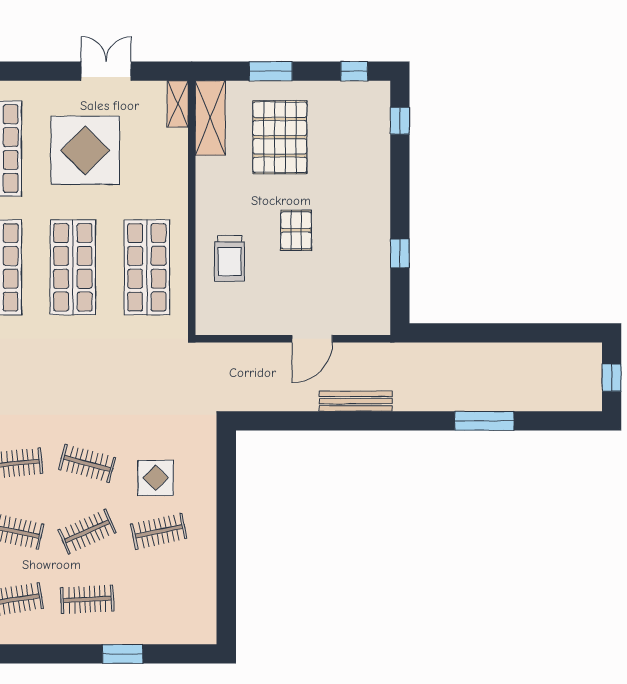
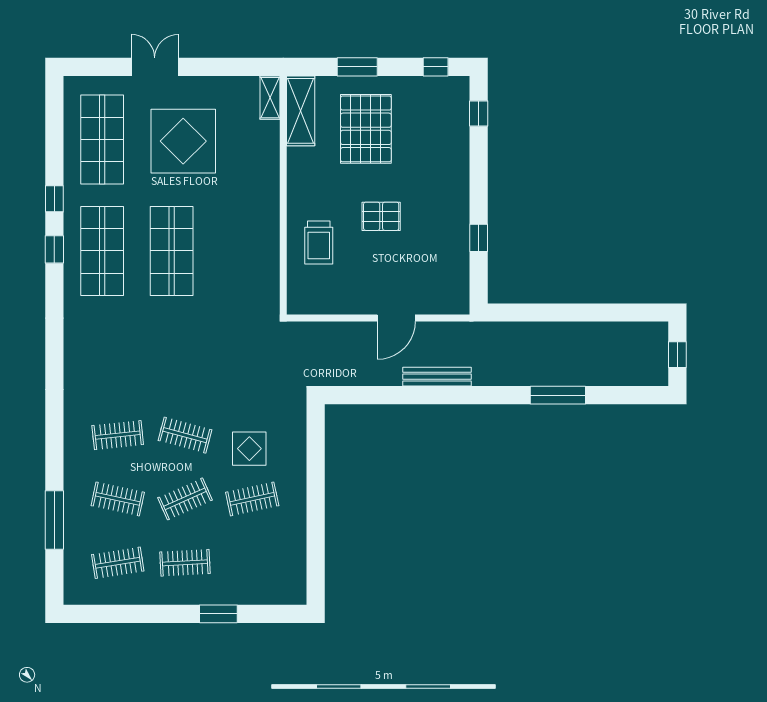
double door: (106, 71) -> (155, 67), moved
pallet: (296, 230) -> (381, 216), turned 90
shop shelf: (147, 267) -> (241, 251), removed

